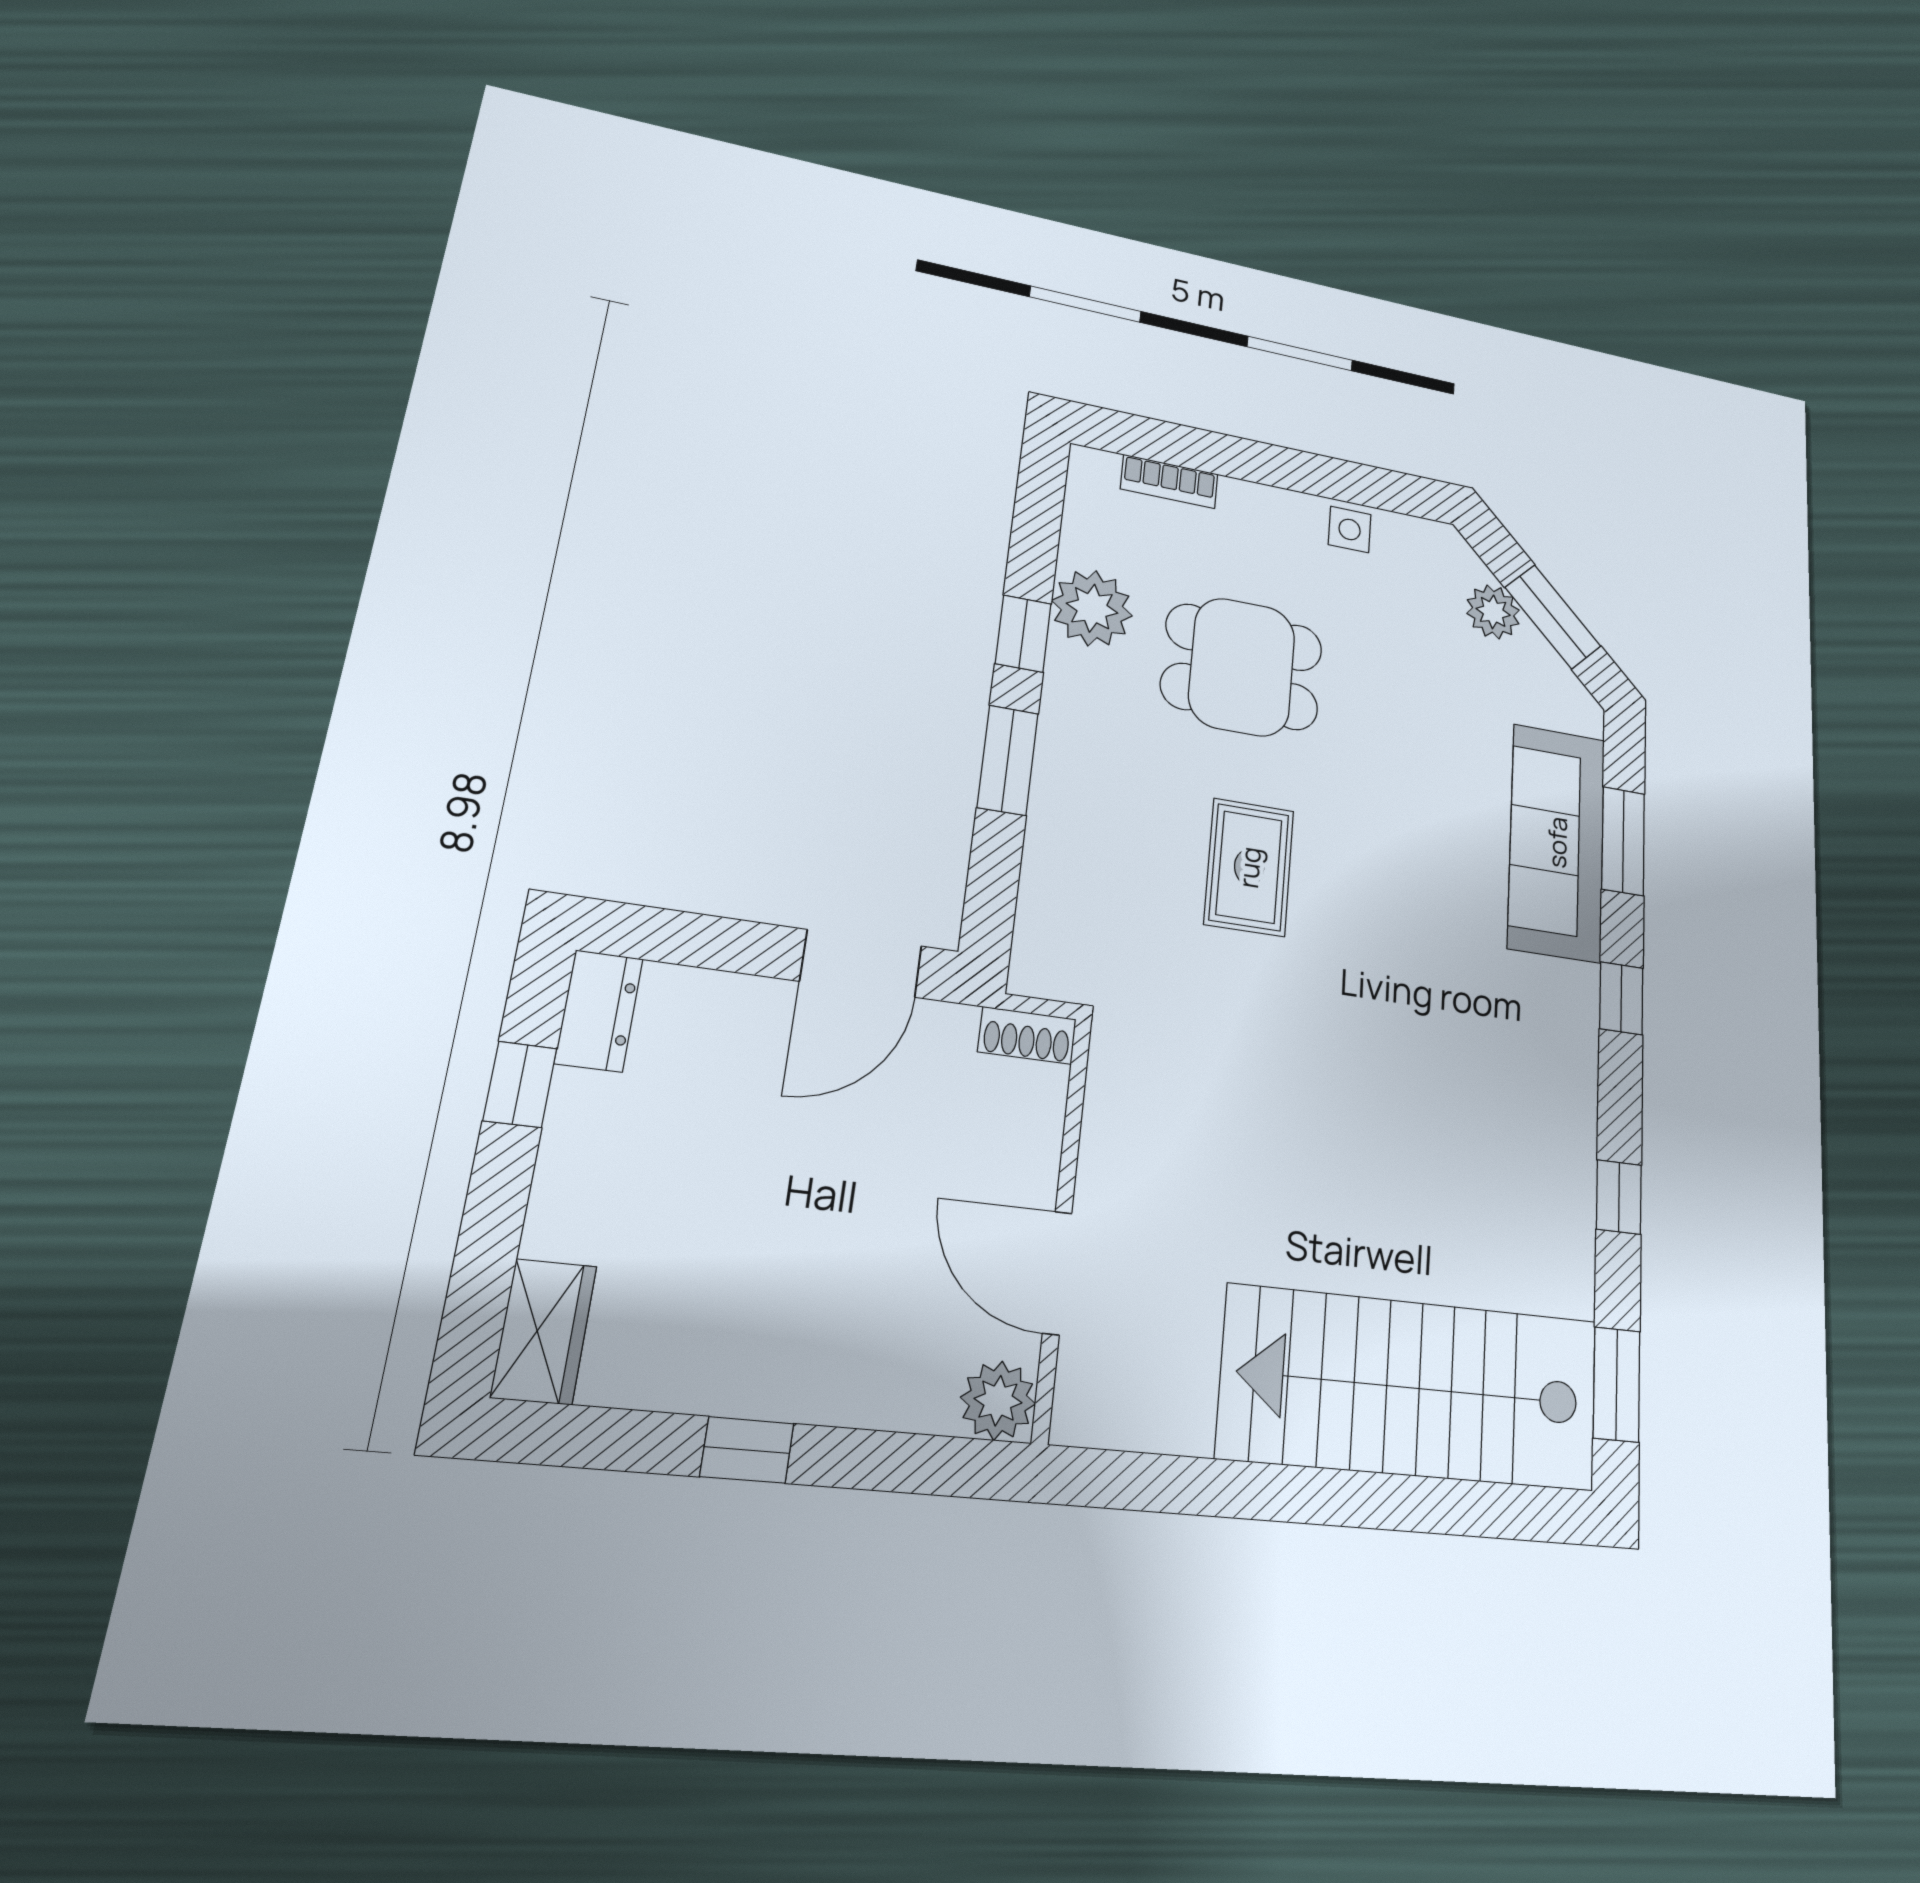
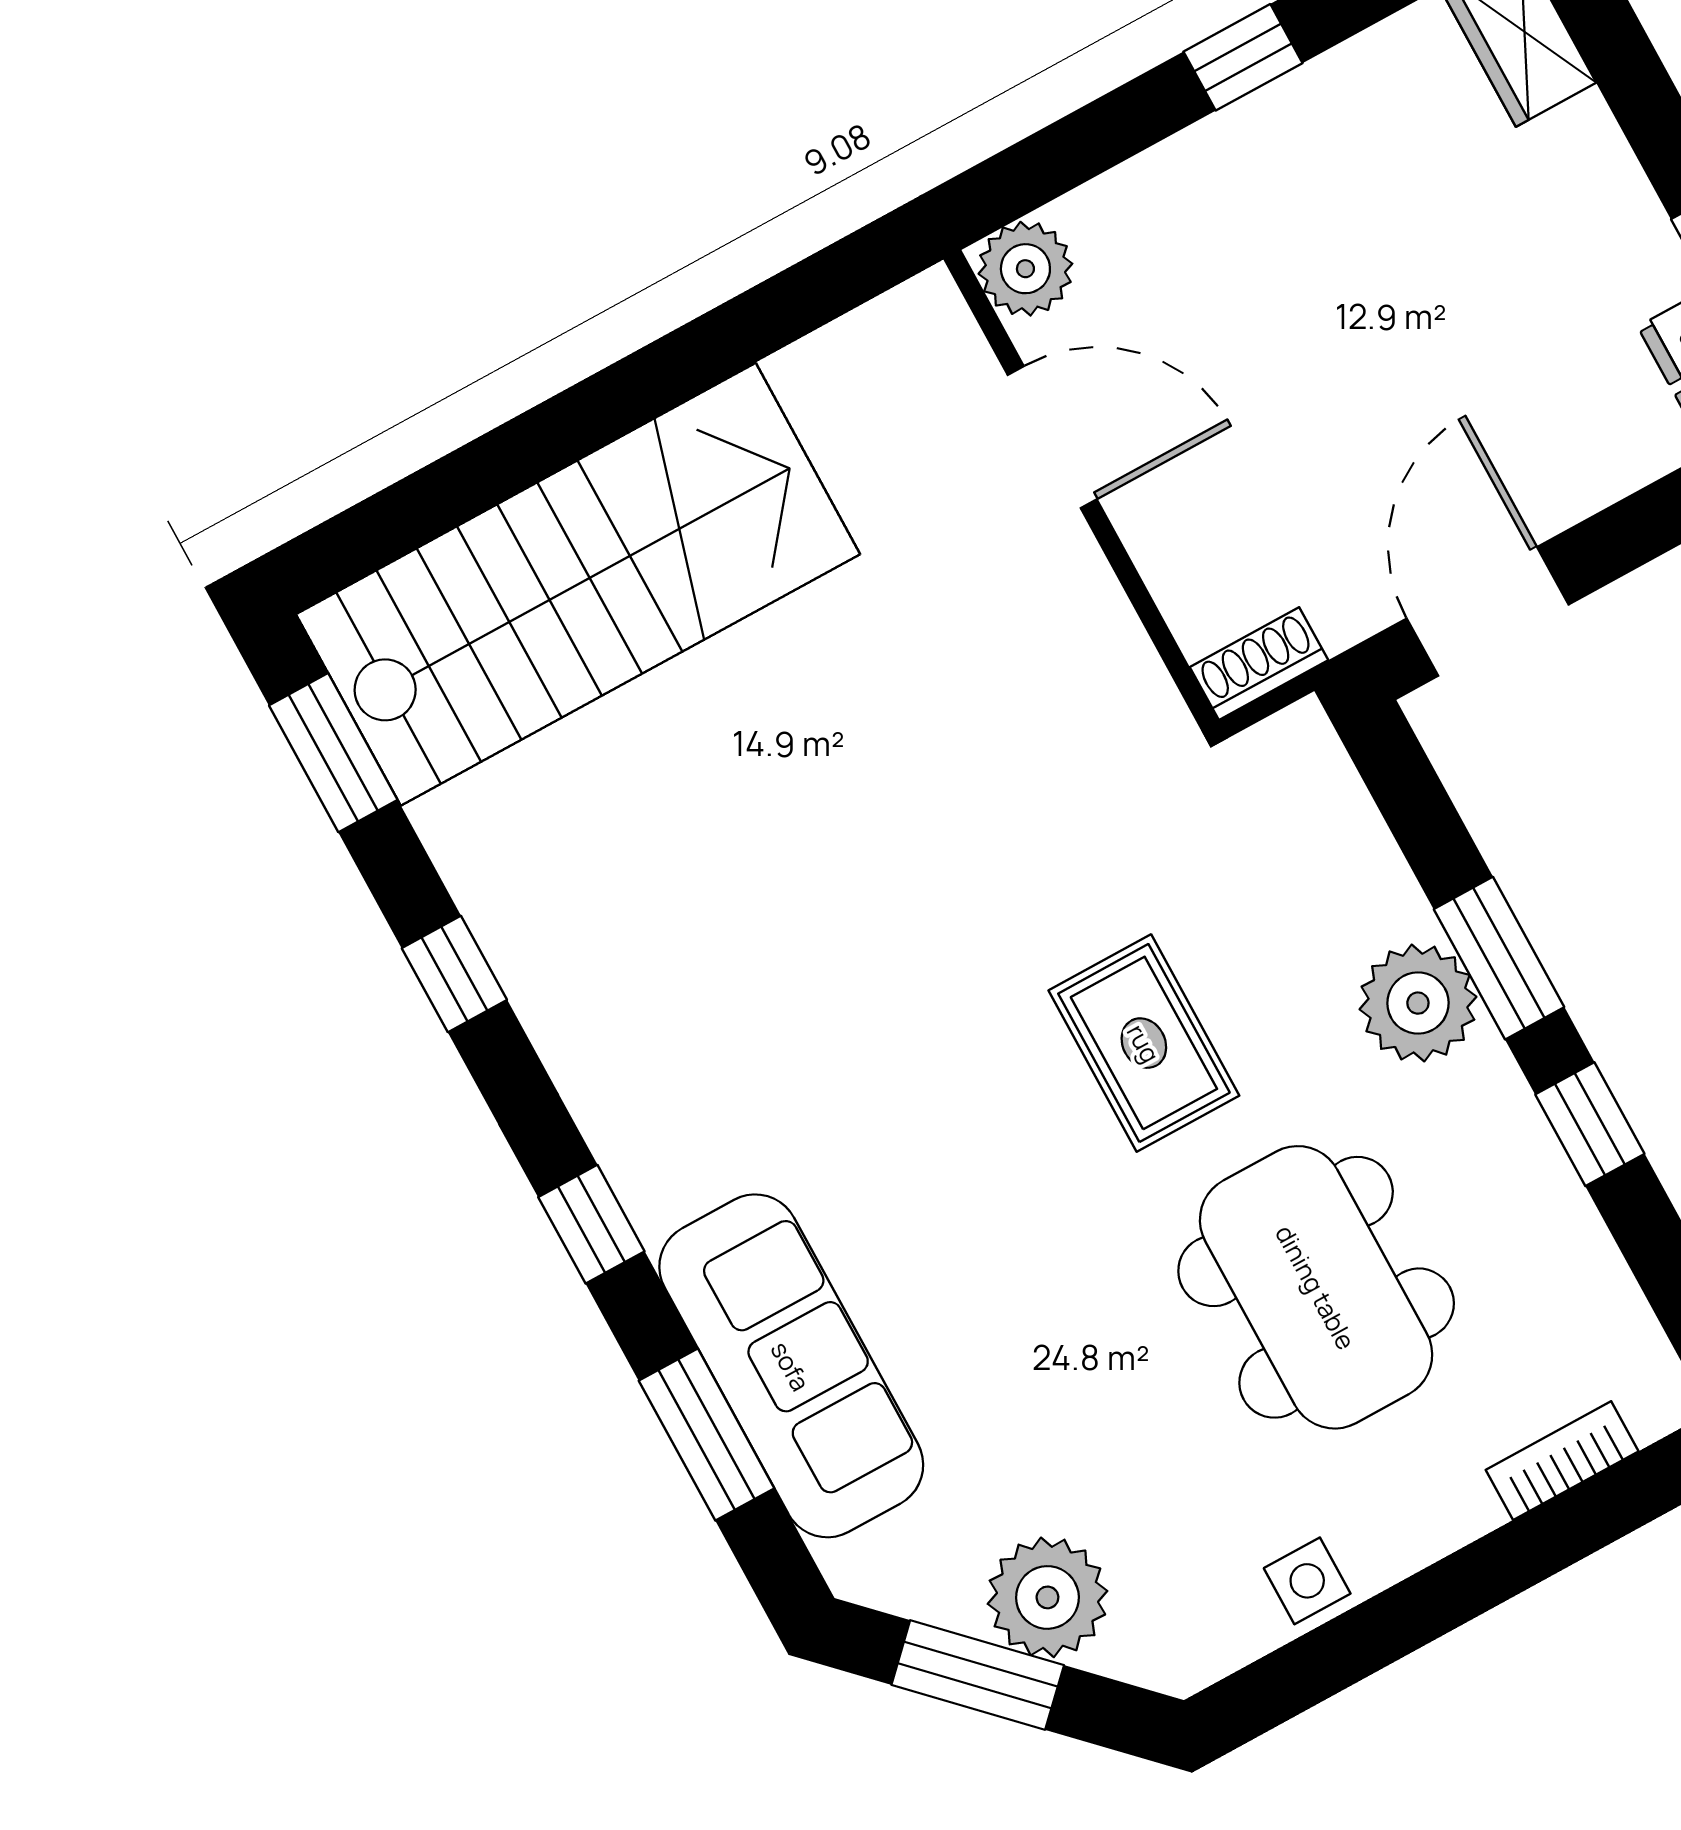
plant: (1092, 608) -> (1418, 1003), moved
plant: (1493, 612) -> (1047, 1597), width x1.36, depth x1.36
dining table: (1242, 667) -> (1316, 1287), width x1.38

